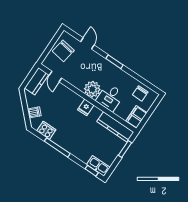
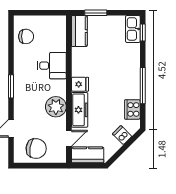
plant: (92, 89) -> (56, 107), moved
freezer: (69, 96) -> (80, 110), added
filing cabinet: (136, 117) -> (54, 24), removed
kitchen counter: (115, 127) -> (79, 31), width x0.67

